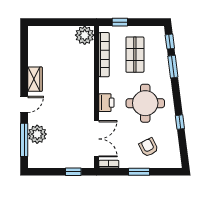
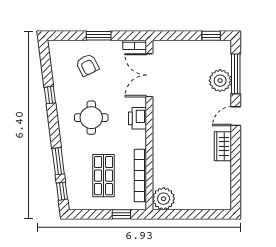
round table: (145, 103) -> (91, 118), width x0.73, depth x0.73
window: (73, 172) -> (211, 36), moved

